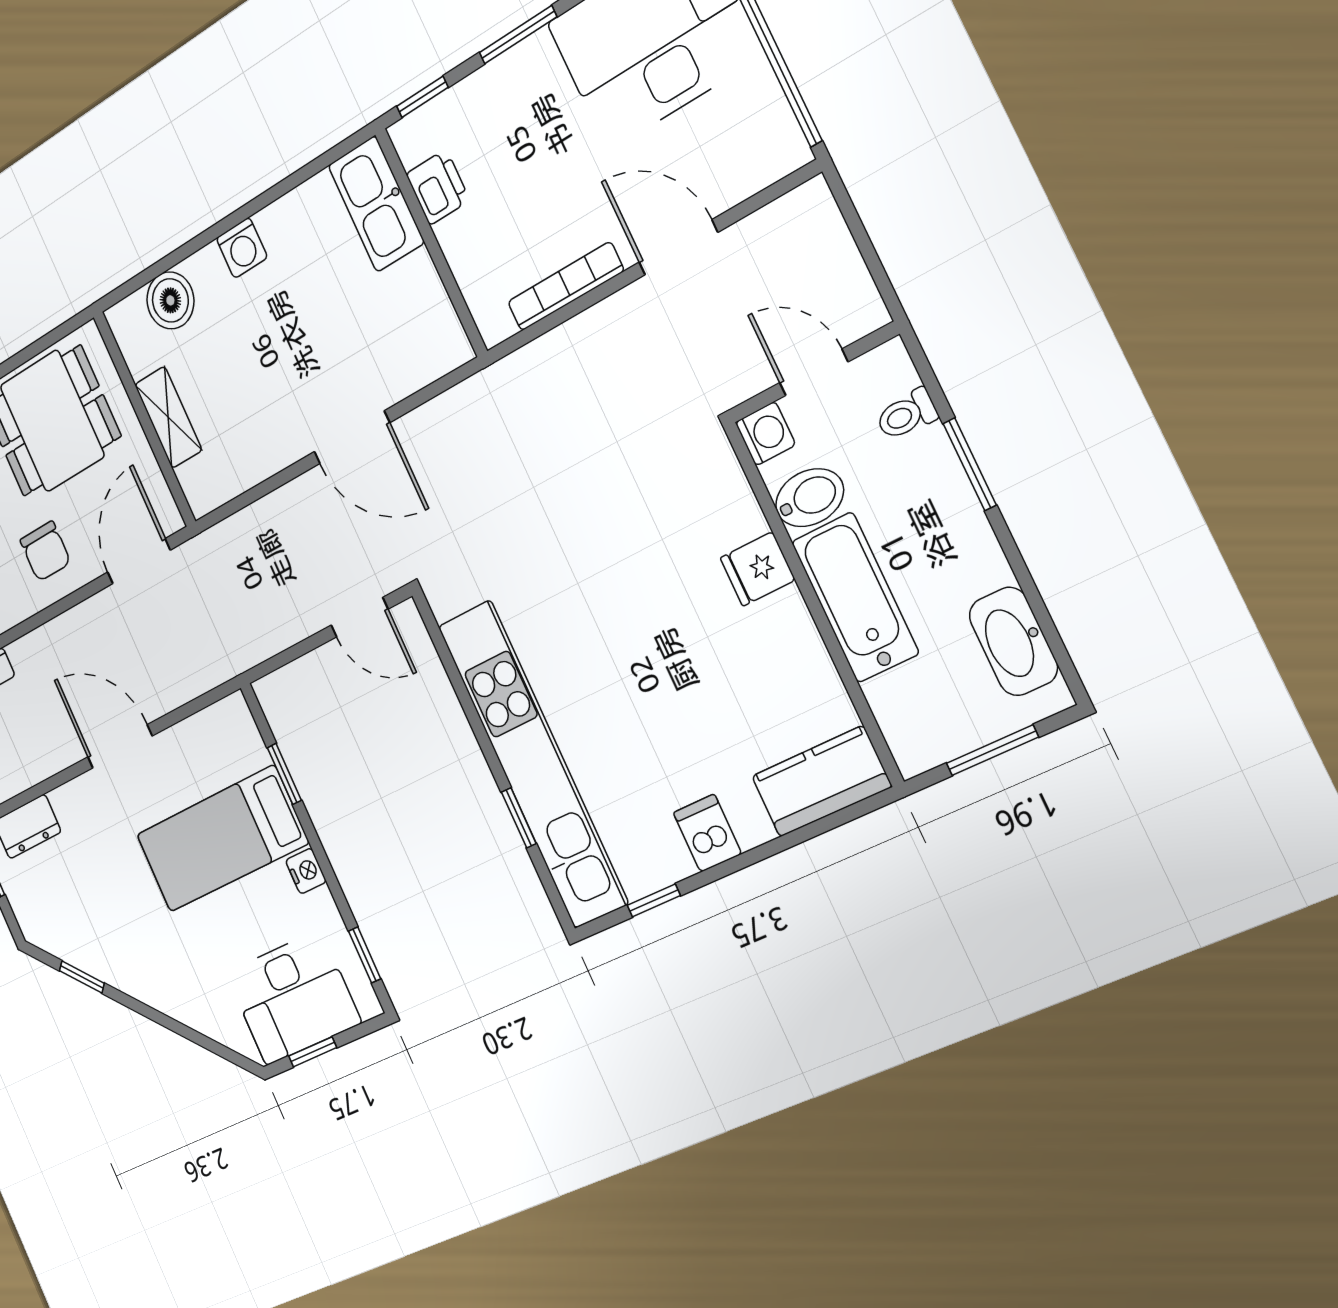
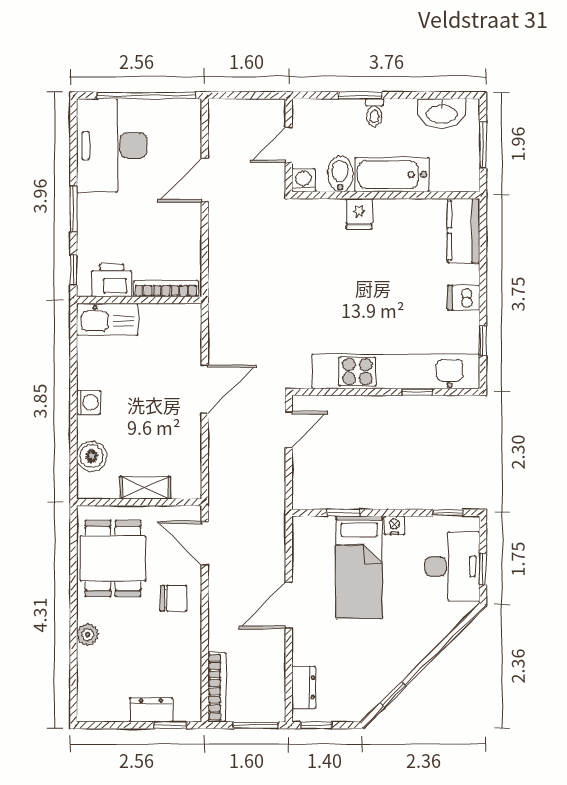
printer: (438, 187) -> (112, 280), width x1.36, depth x1.24
bookcase: (566, 286) -> (166, 289), moved, turned 90
toilet: (907, 415) -> (374, 112), moved

